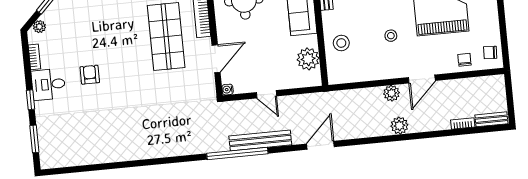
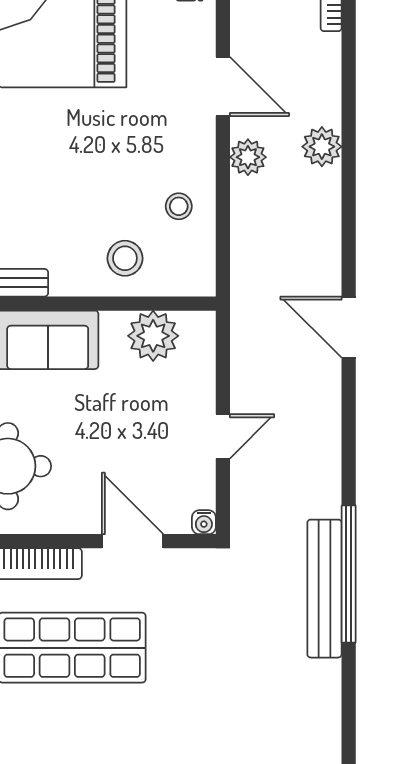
stool: (391, 36) -> (179, 206), moved
bench: (260, 140) -> (324, 589), moved
window: (237, 153) -> (349, 574), moved

